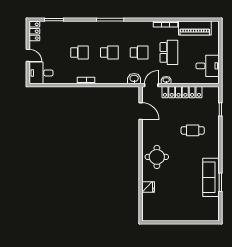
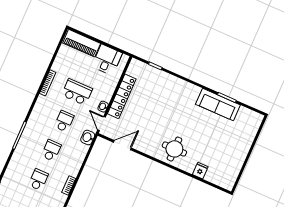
piano: (195, 28) -> (82, 43), moved, turned 90
cafe table: (193, 130) -> (164, 102), removed

